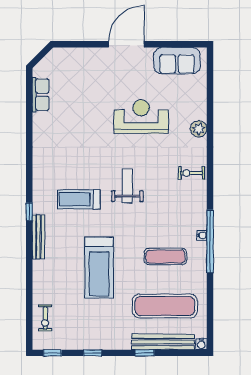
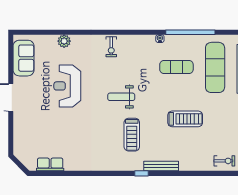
plant: (199, 129) -> (64, 41), moved
window: (210, 241) -> (190, 32), moved
exercise mat: (165, 257) -> (176, 67), turned 90
treadmill: (99, 268) -> (185, 119), width x0.73, depth x0.73

